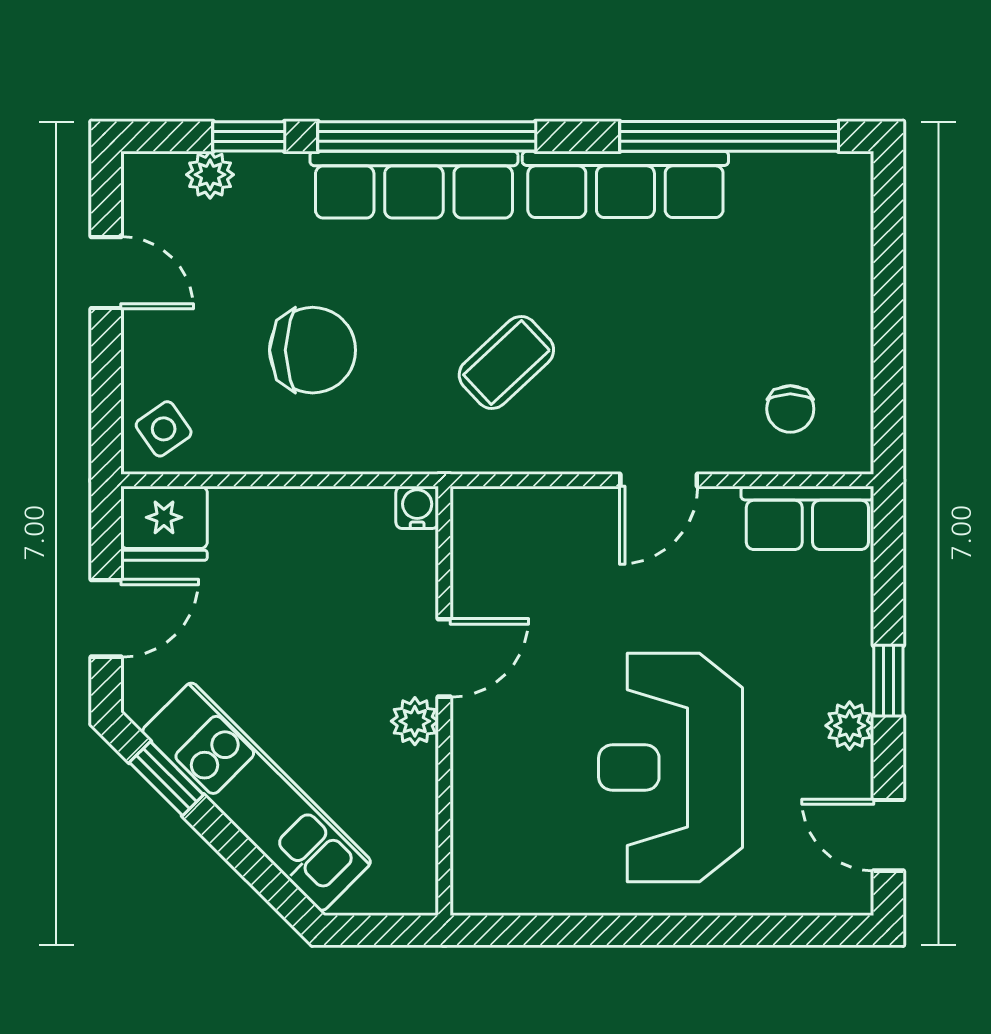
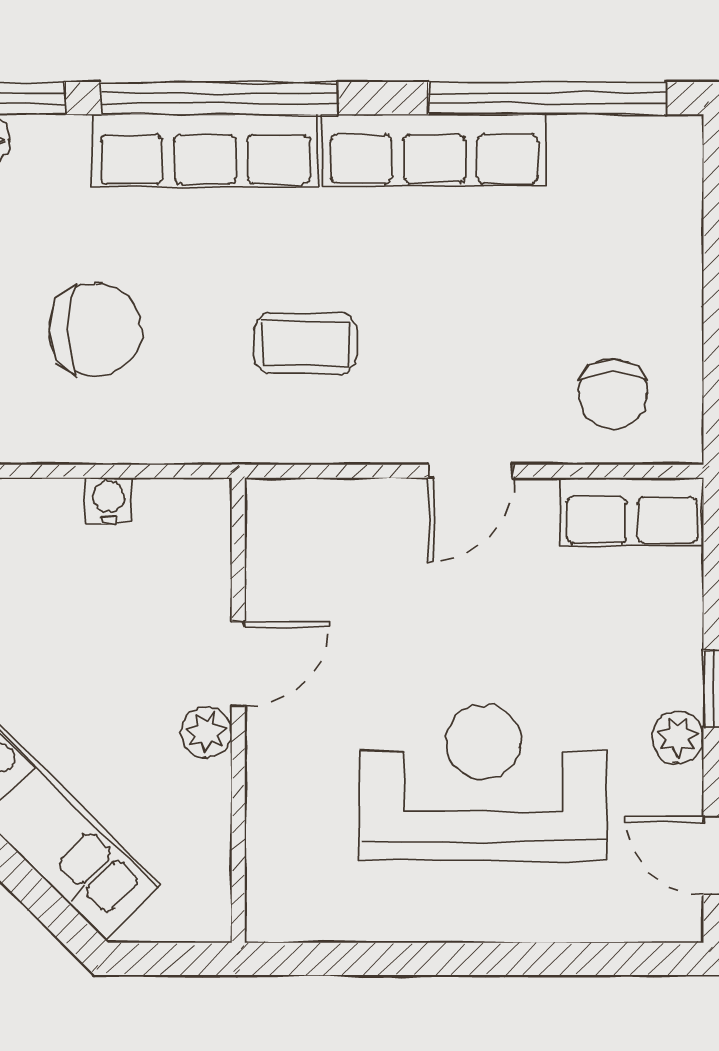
coffee table: (506, 362) -> (305, 343), turned 43
chair: (790, 409) -> (613, 394), width x1.37, depth x1.37
water cooler: (417, 507) -> (109, 501), moved
reception desk: (670, 768) -> (483, 783), turned 90

